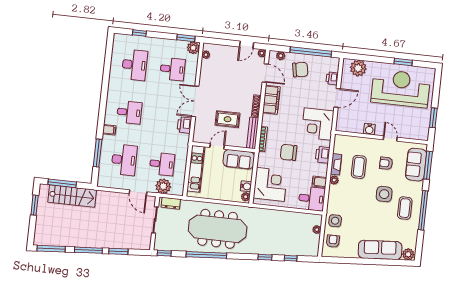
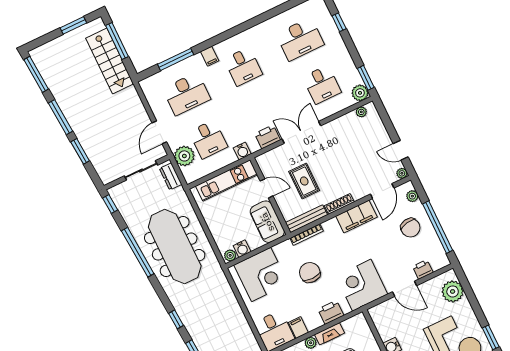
water cooler: (183, 147) -> (242, 151), added

